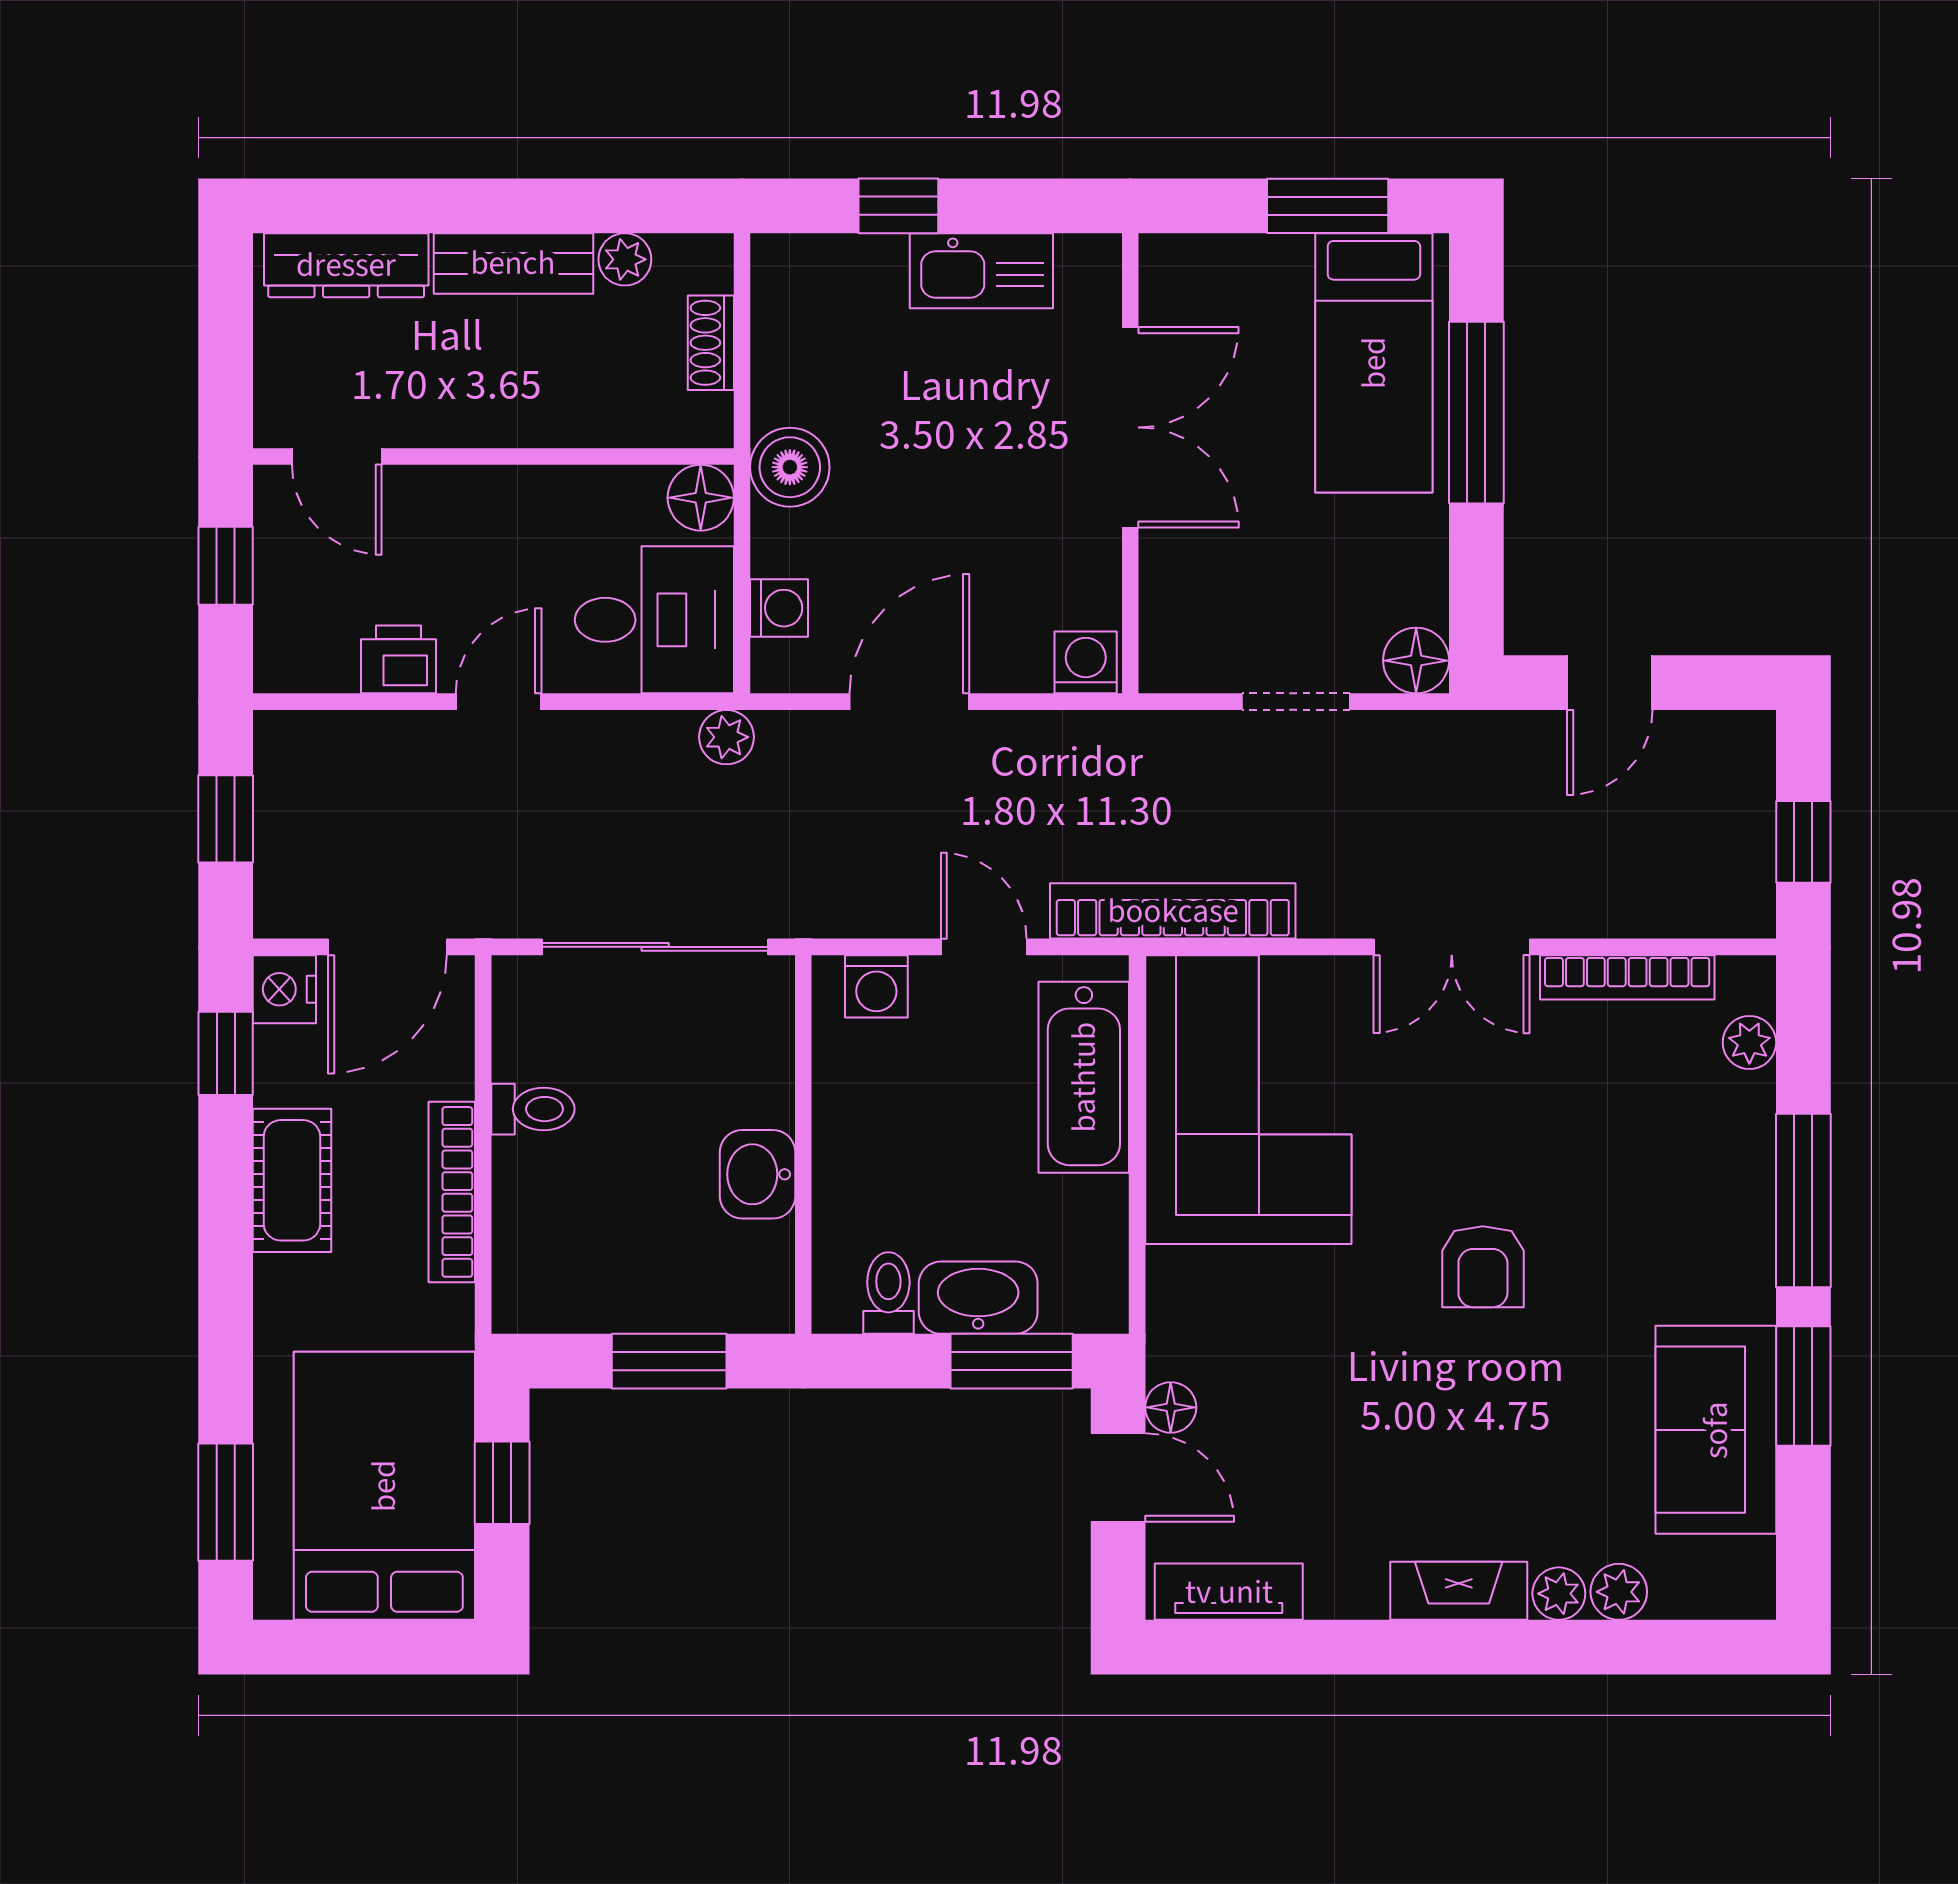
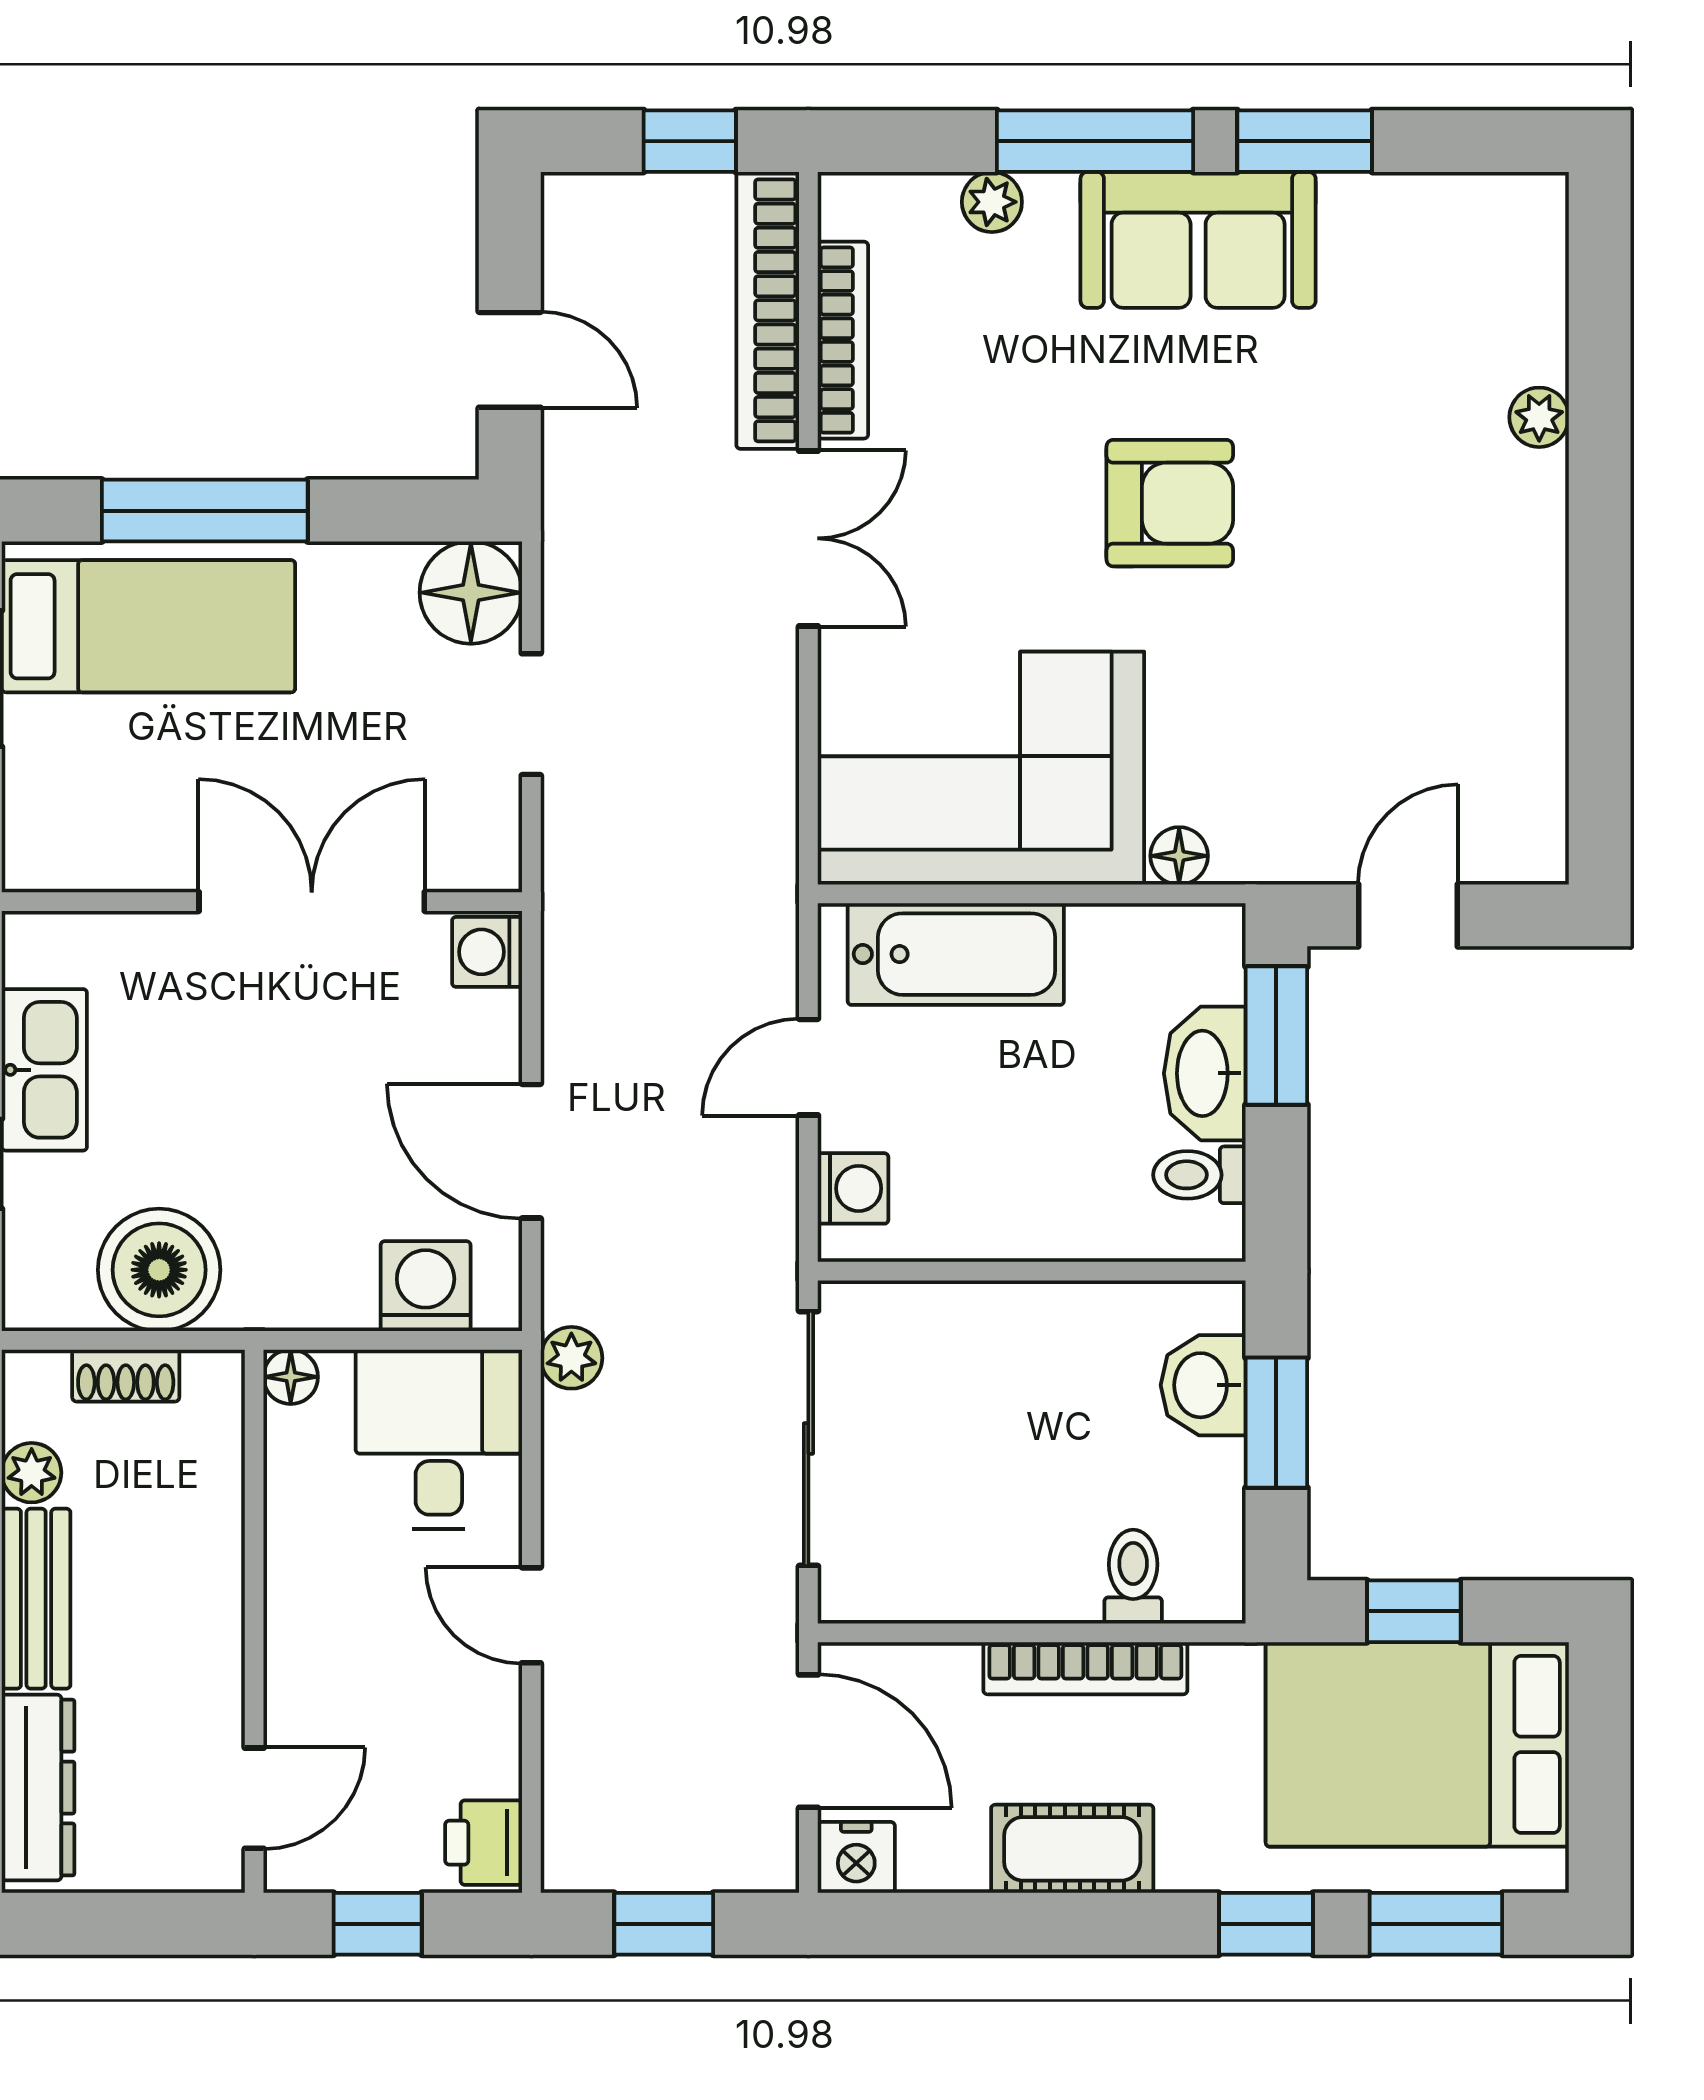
double door: (1130, 427) -> (312, 902), moved
boiler: (790, 467) -> (159, 1270), moved, width x1.37, depth x1.37
floor lamp: (701, 498) -> (291, 1377), width x0.73, depth x0.73
washing machine: (779, 608) -> (426, 1286), width x1.38, depth x1.38
printer: (399, 659) -> (484, 1843), moved
floor lamp: (1416, 661) -> (471, 593), width x1.38, depth x1.38
bookcase: (1173, 911) -> (768, 310), moved
plant: (1749, 1042) -> (992, 202), moved
window: (226, 1053) -> (1266, 1924), moved
toilet: (533, 1109) -> (1133, 1577), moved
washbasin: (758, 1174) -> (1203, 1385), moved, turned 90
armchair: (1483, 1267) -> (1170, 503), width x1.38, depth x1.38
floor lamp: (1171, 1407) -> (1179, 856), moved
sofa: (1716, 1430) -> (1198, 240), moved
fireplace: (1459, 1591) -> (1536, 530), removed
tv unit: (1229, 1592) -> (1537, 790), removed
plant: (1619, 1592) -> (1537, 350), removed

